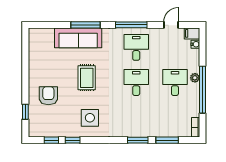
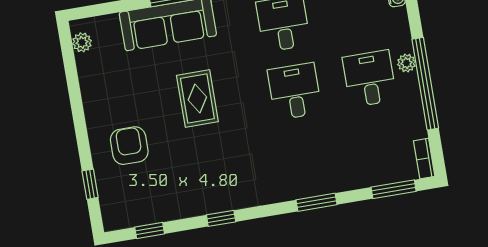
plant: (33, 40) -> (82, 42), added
side table: (90, 118) -> (217, 175), removed
window: (73, 140) -> (221, 218), moved
window: (167, 140) -> (394, 189), moved

